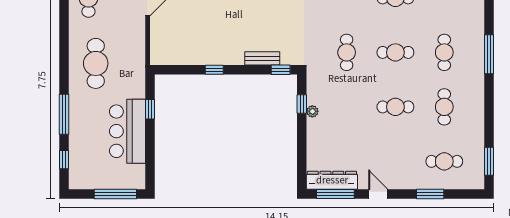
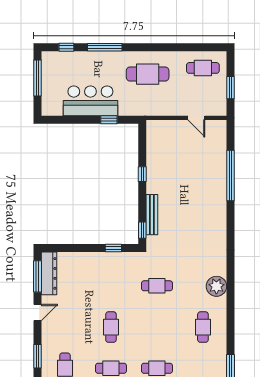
cafe table: (395, 52) -> (157, 327), removed
bench: (262, 58) -> (152, 215), width x1.36
plant: (312, 111) -> (107, 257), removed
window: (115, 194) -> (37, 78), moved

